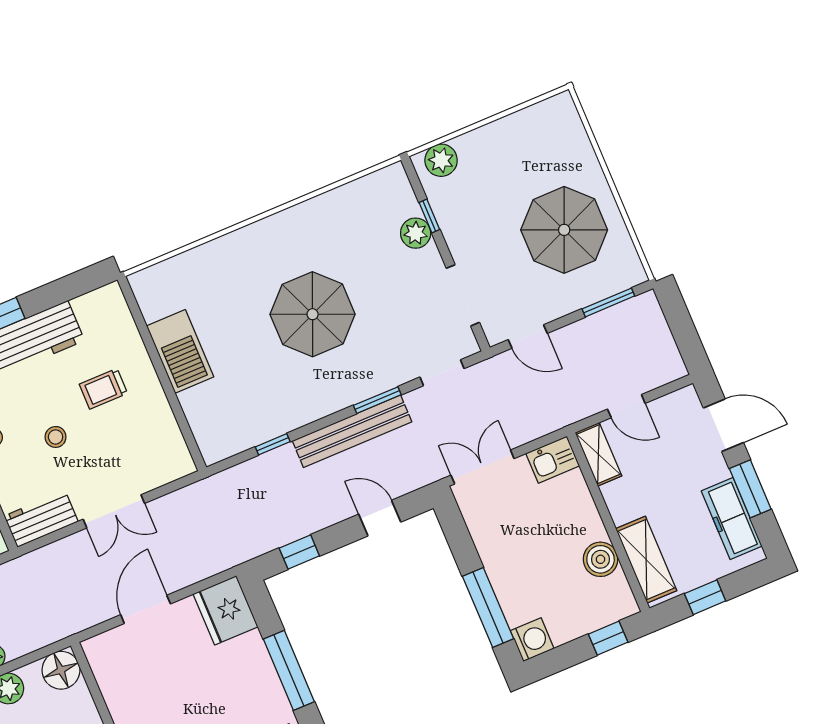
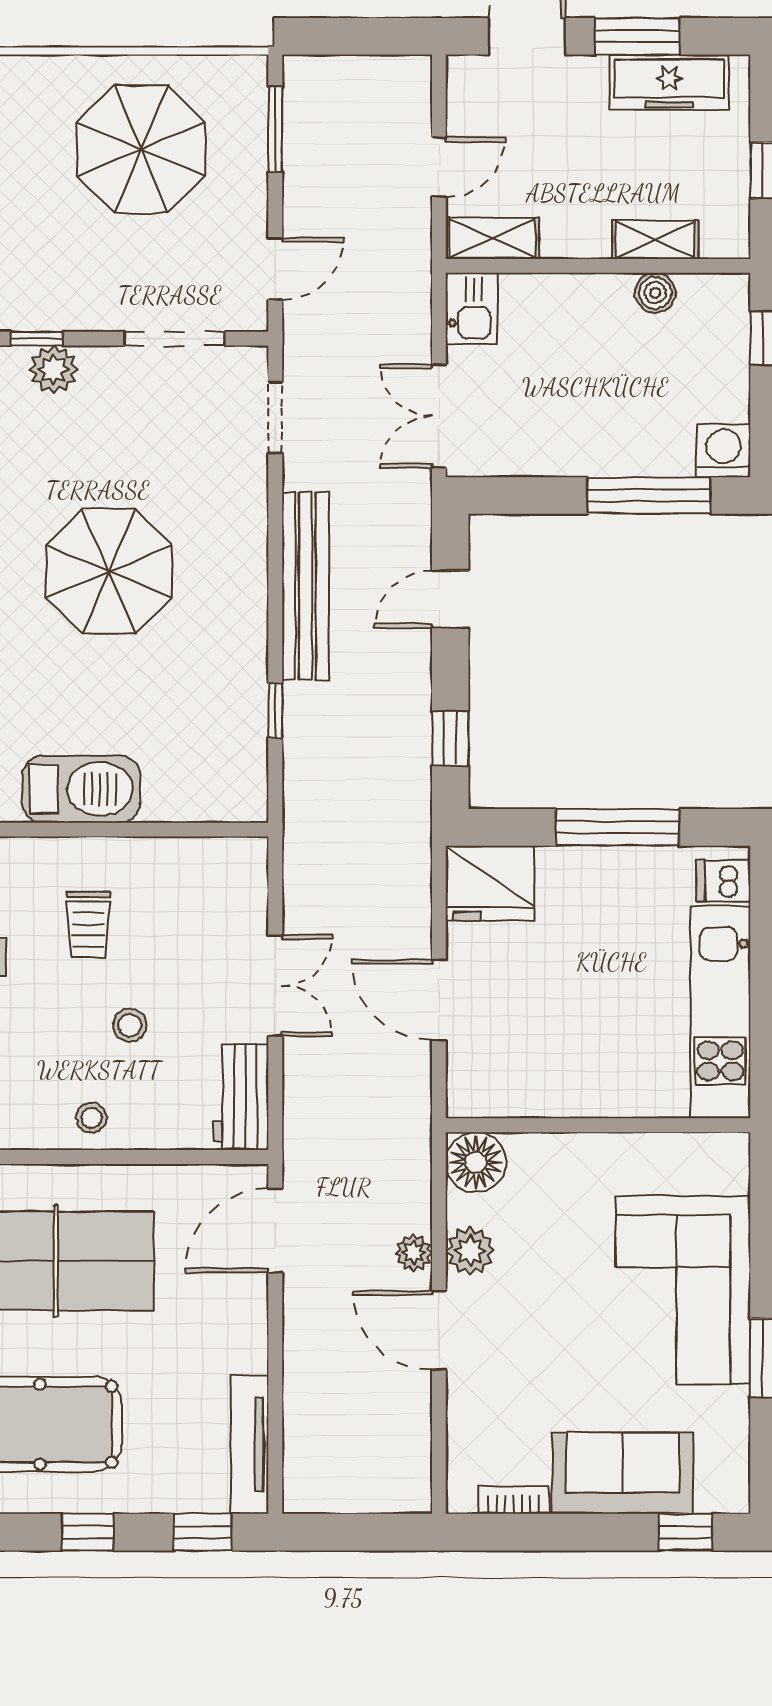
window: (377, 400) -> (275, 529), removed
boiler: (601, 559) -> (655, 293), width x0.73, depth x0.73
shelving: (646, 560) -> (655, 240), width x0.67, depth x0.75

